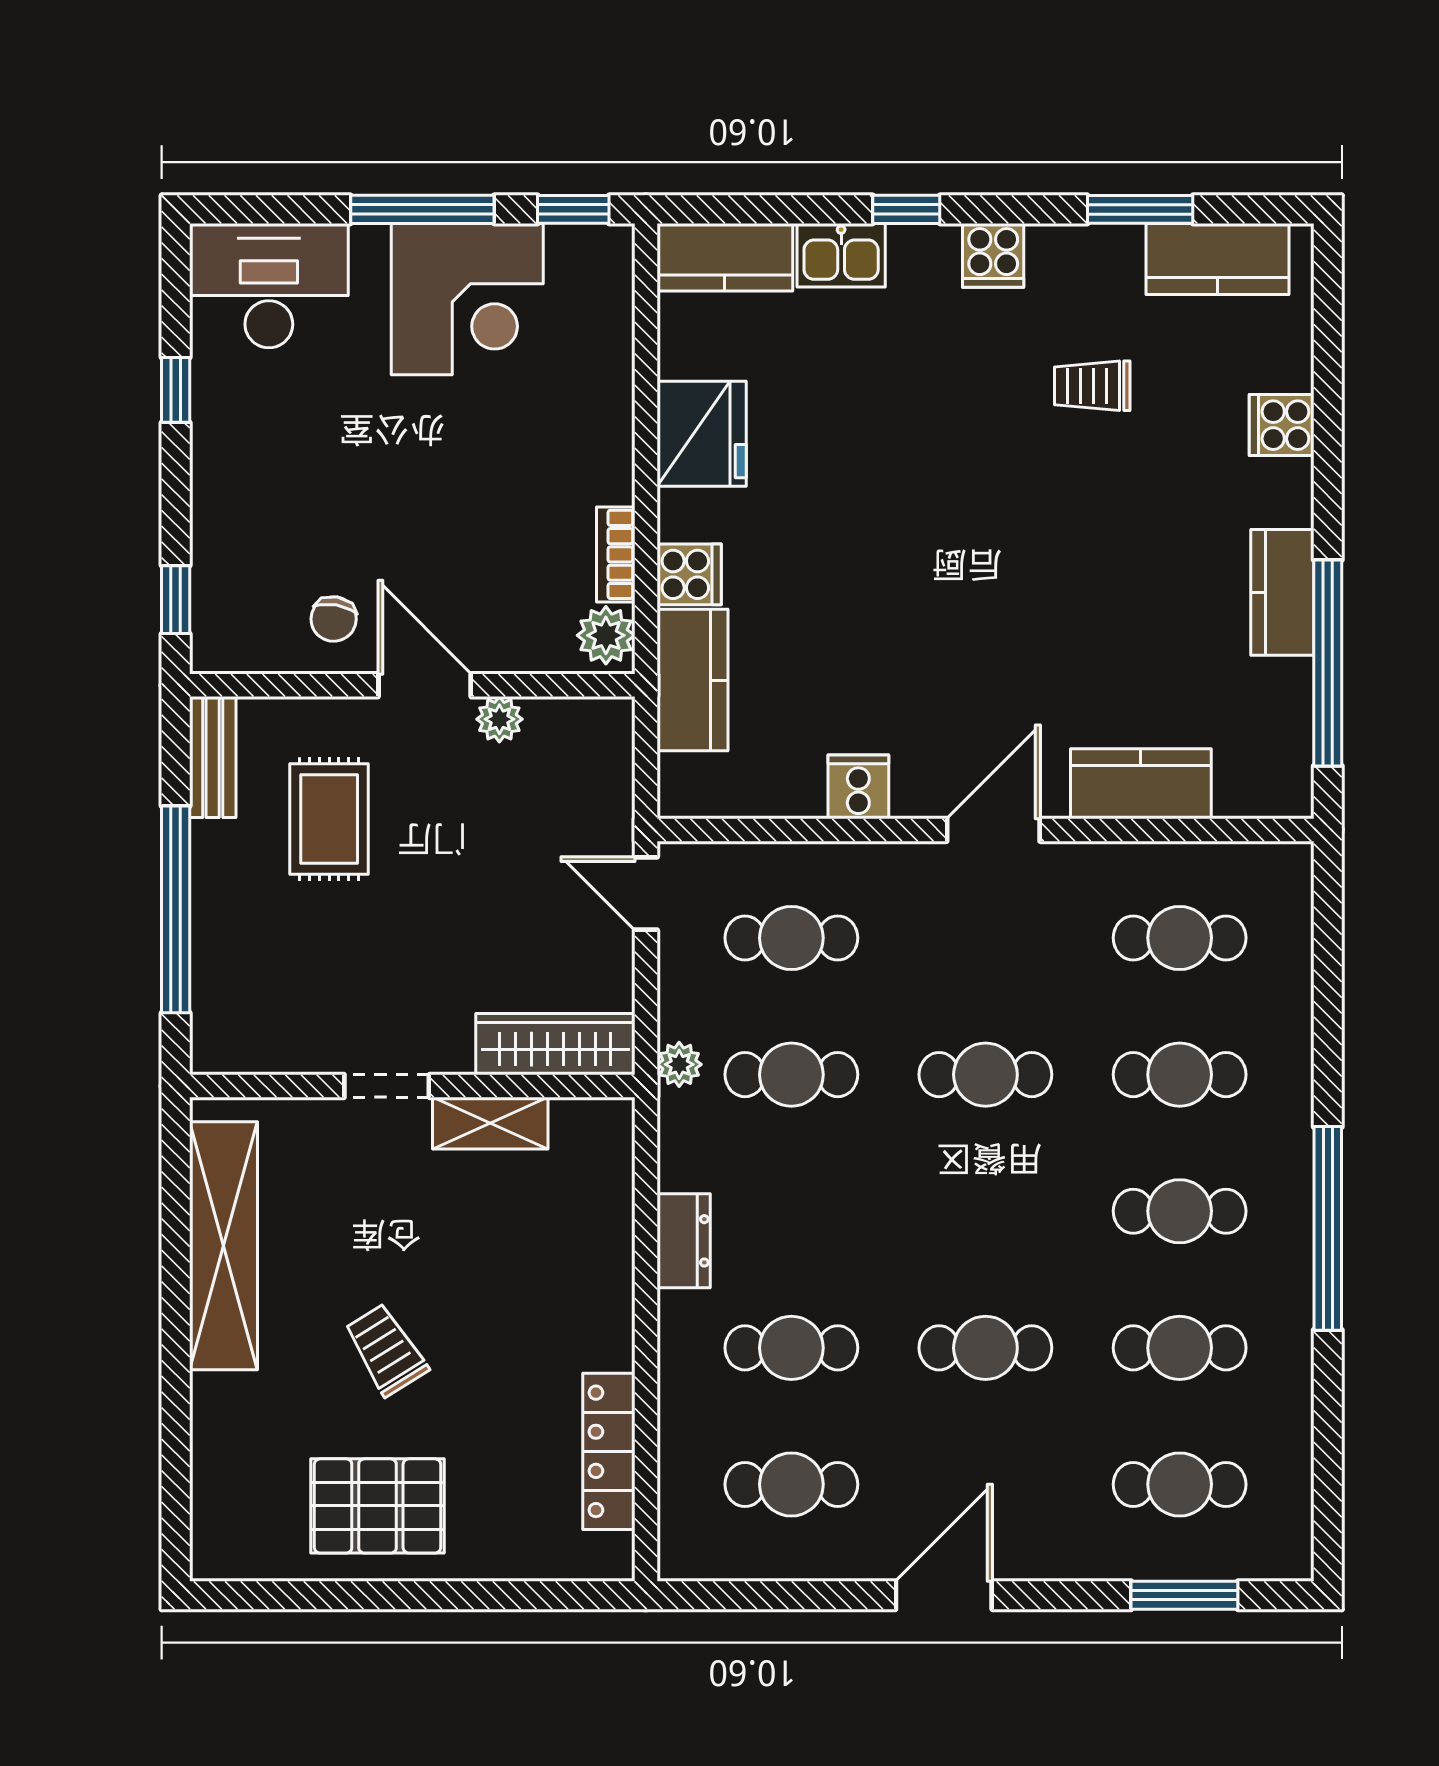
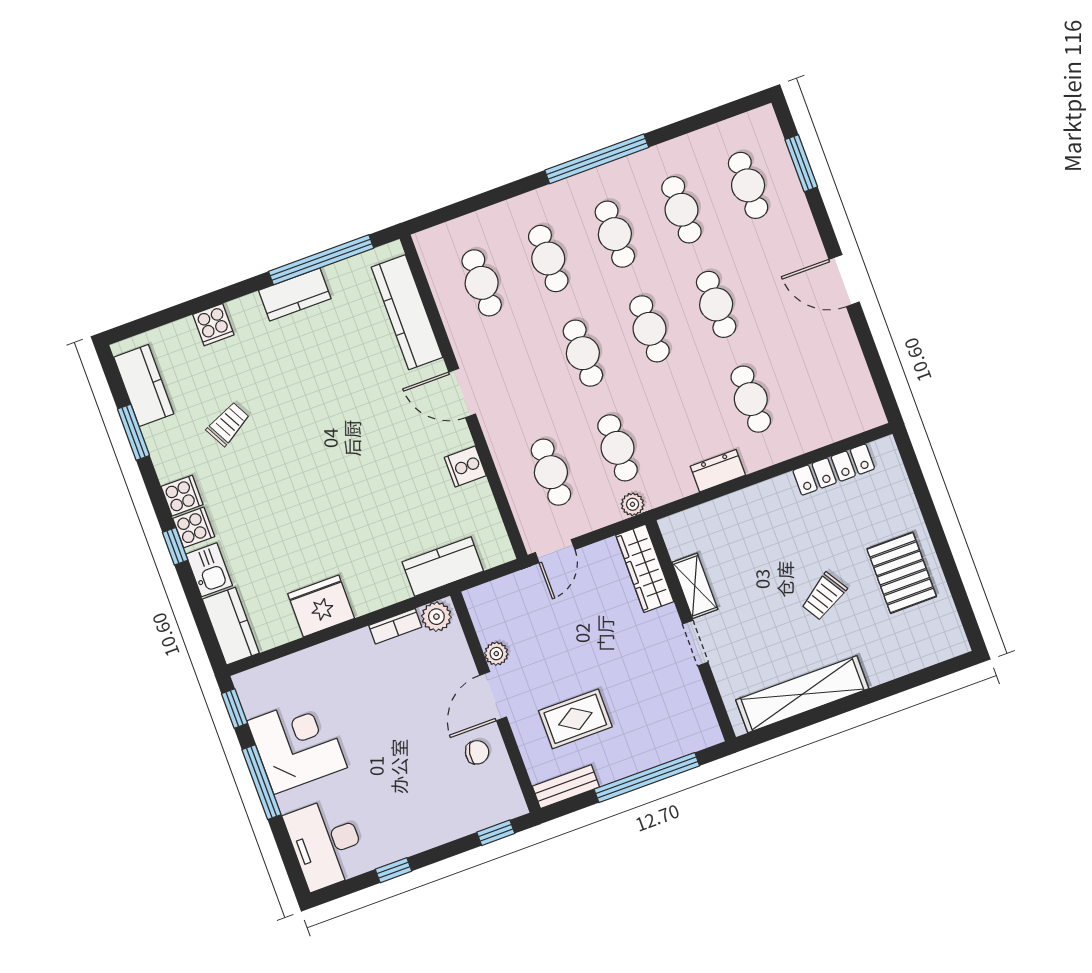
trolley: (1092, 386) -> (228, 424), turned -118
cooker: (689, 574) -> (194, 527), moved, turned 90
kitchen counter: (1141, 784) -> (407, 312), width x1.50
cafe table: (791, 1484) -> (649, 329), moved

